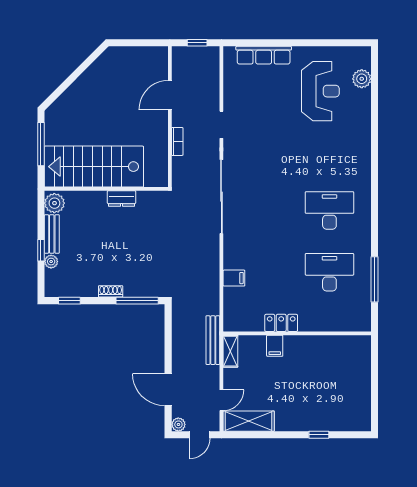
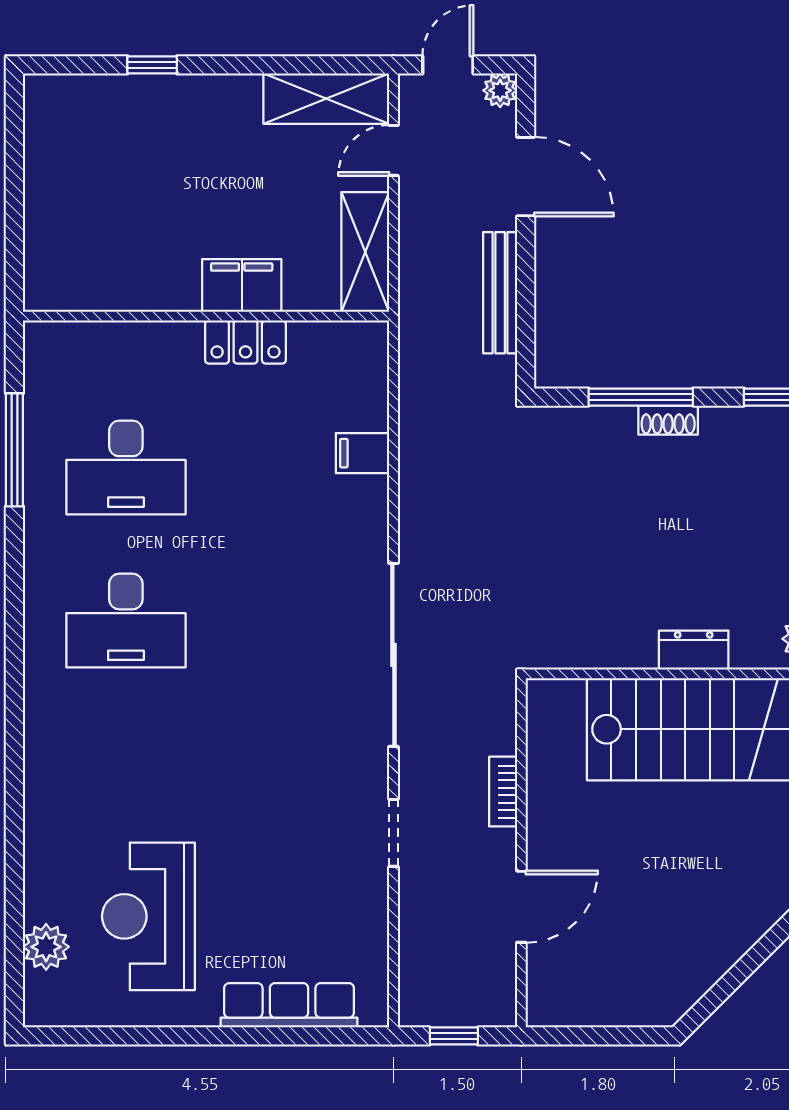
dresser: (122, 199) -> (694, 650), moved
window: (137, 301) -> (641, 397), moved
bench: (213, 340) -> (500, 293), moved
filing cabinet: (275, 346) -> (242, 285), width x2.00
shelving: (230, 351) -> (365, 252), width x1.50, depth x1.33

